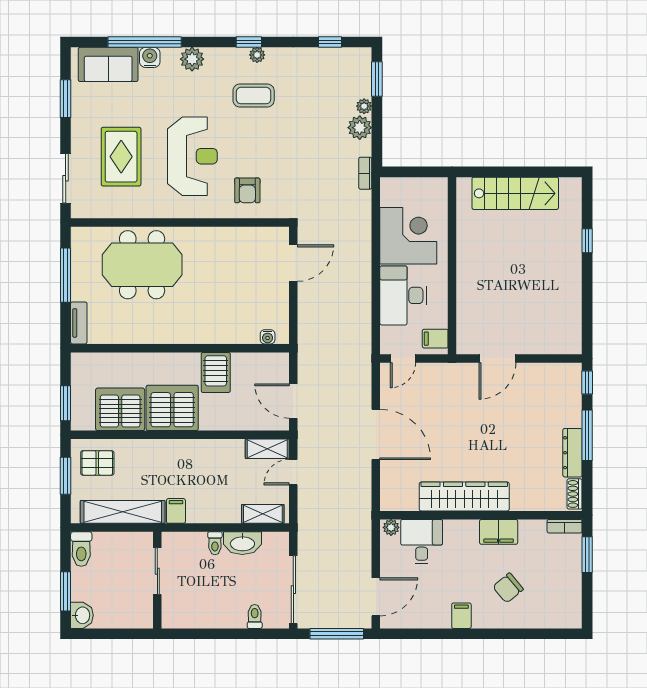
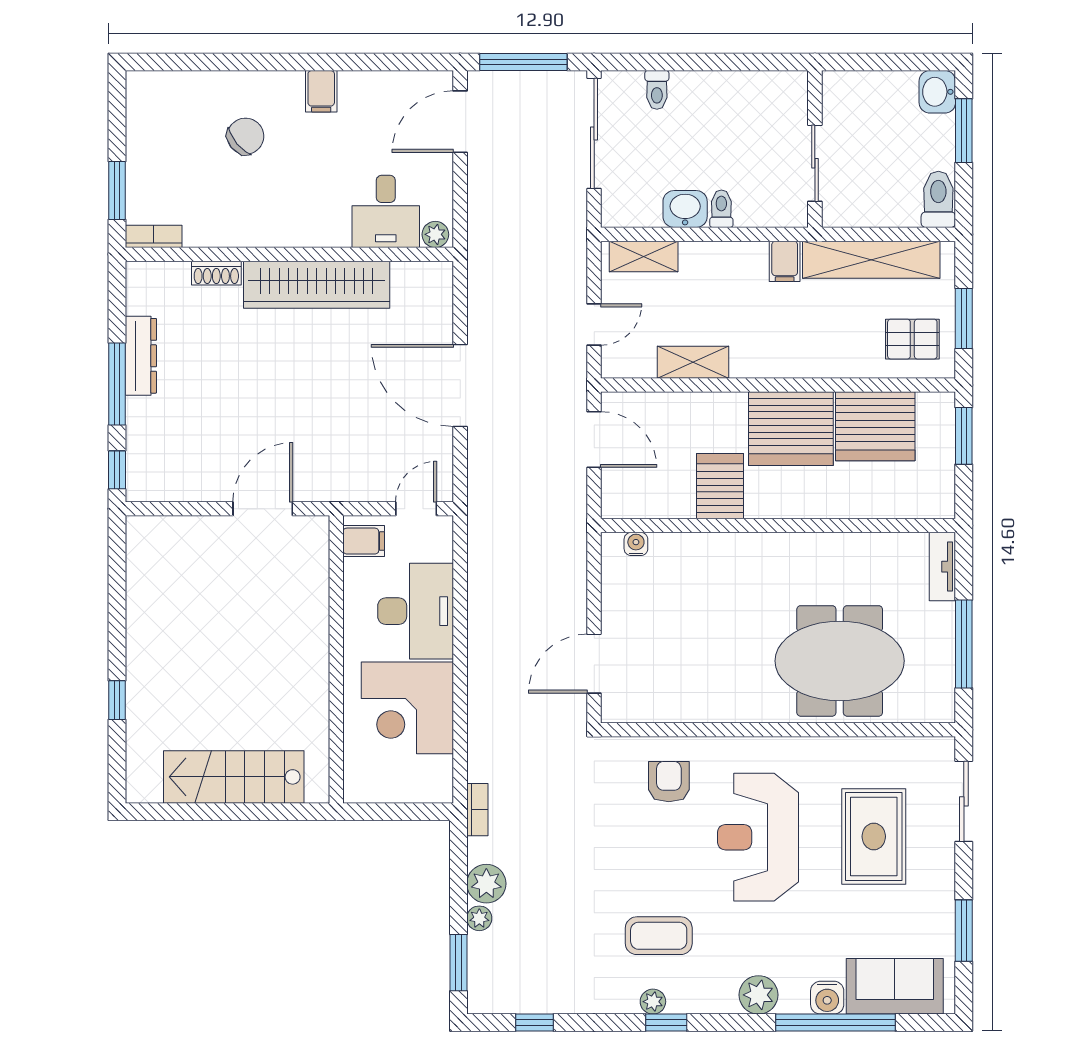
shelving: (267, 449) -> (693, 362), moved
shoe rack: (575, 494) -> (216, 273), moved, turned 90
filing cabinet: (499, 532) -> (261, 227), removed
washbasin: (242, 543) -> (685, 209), width x0.72

